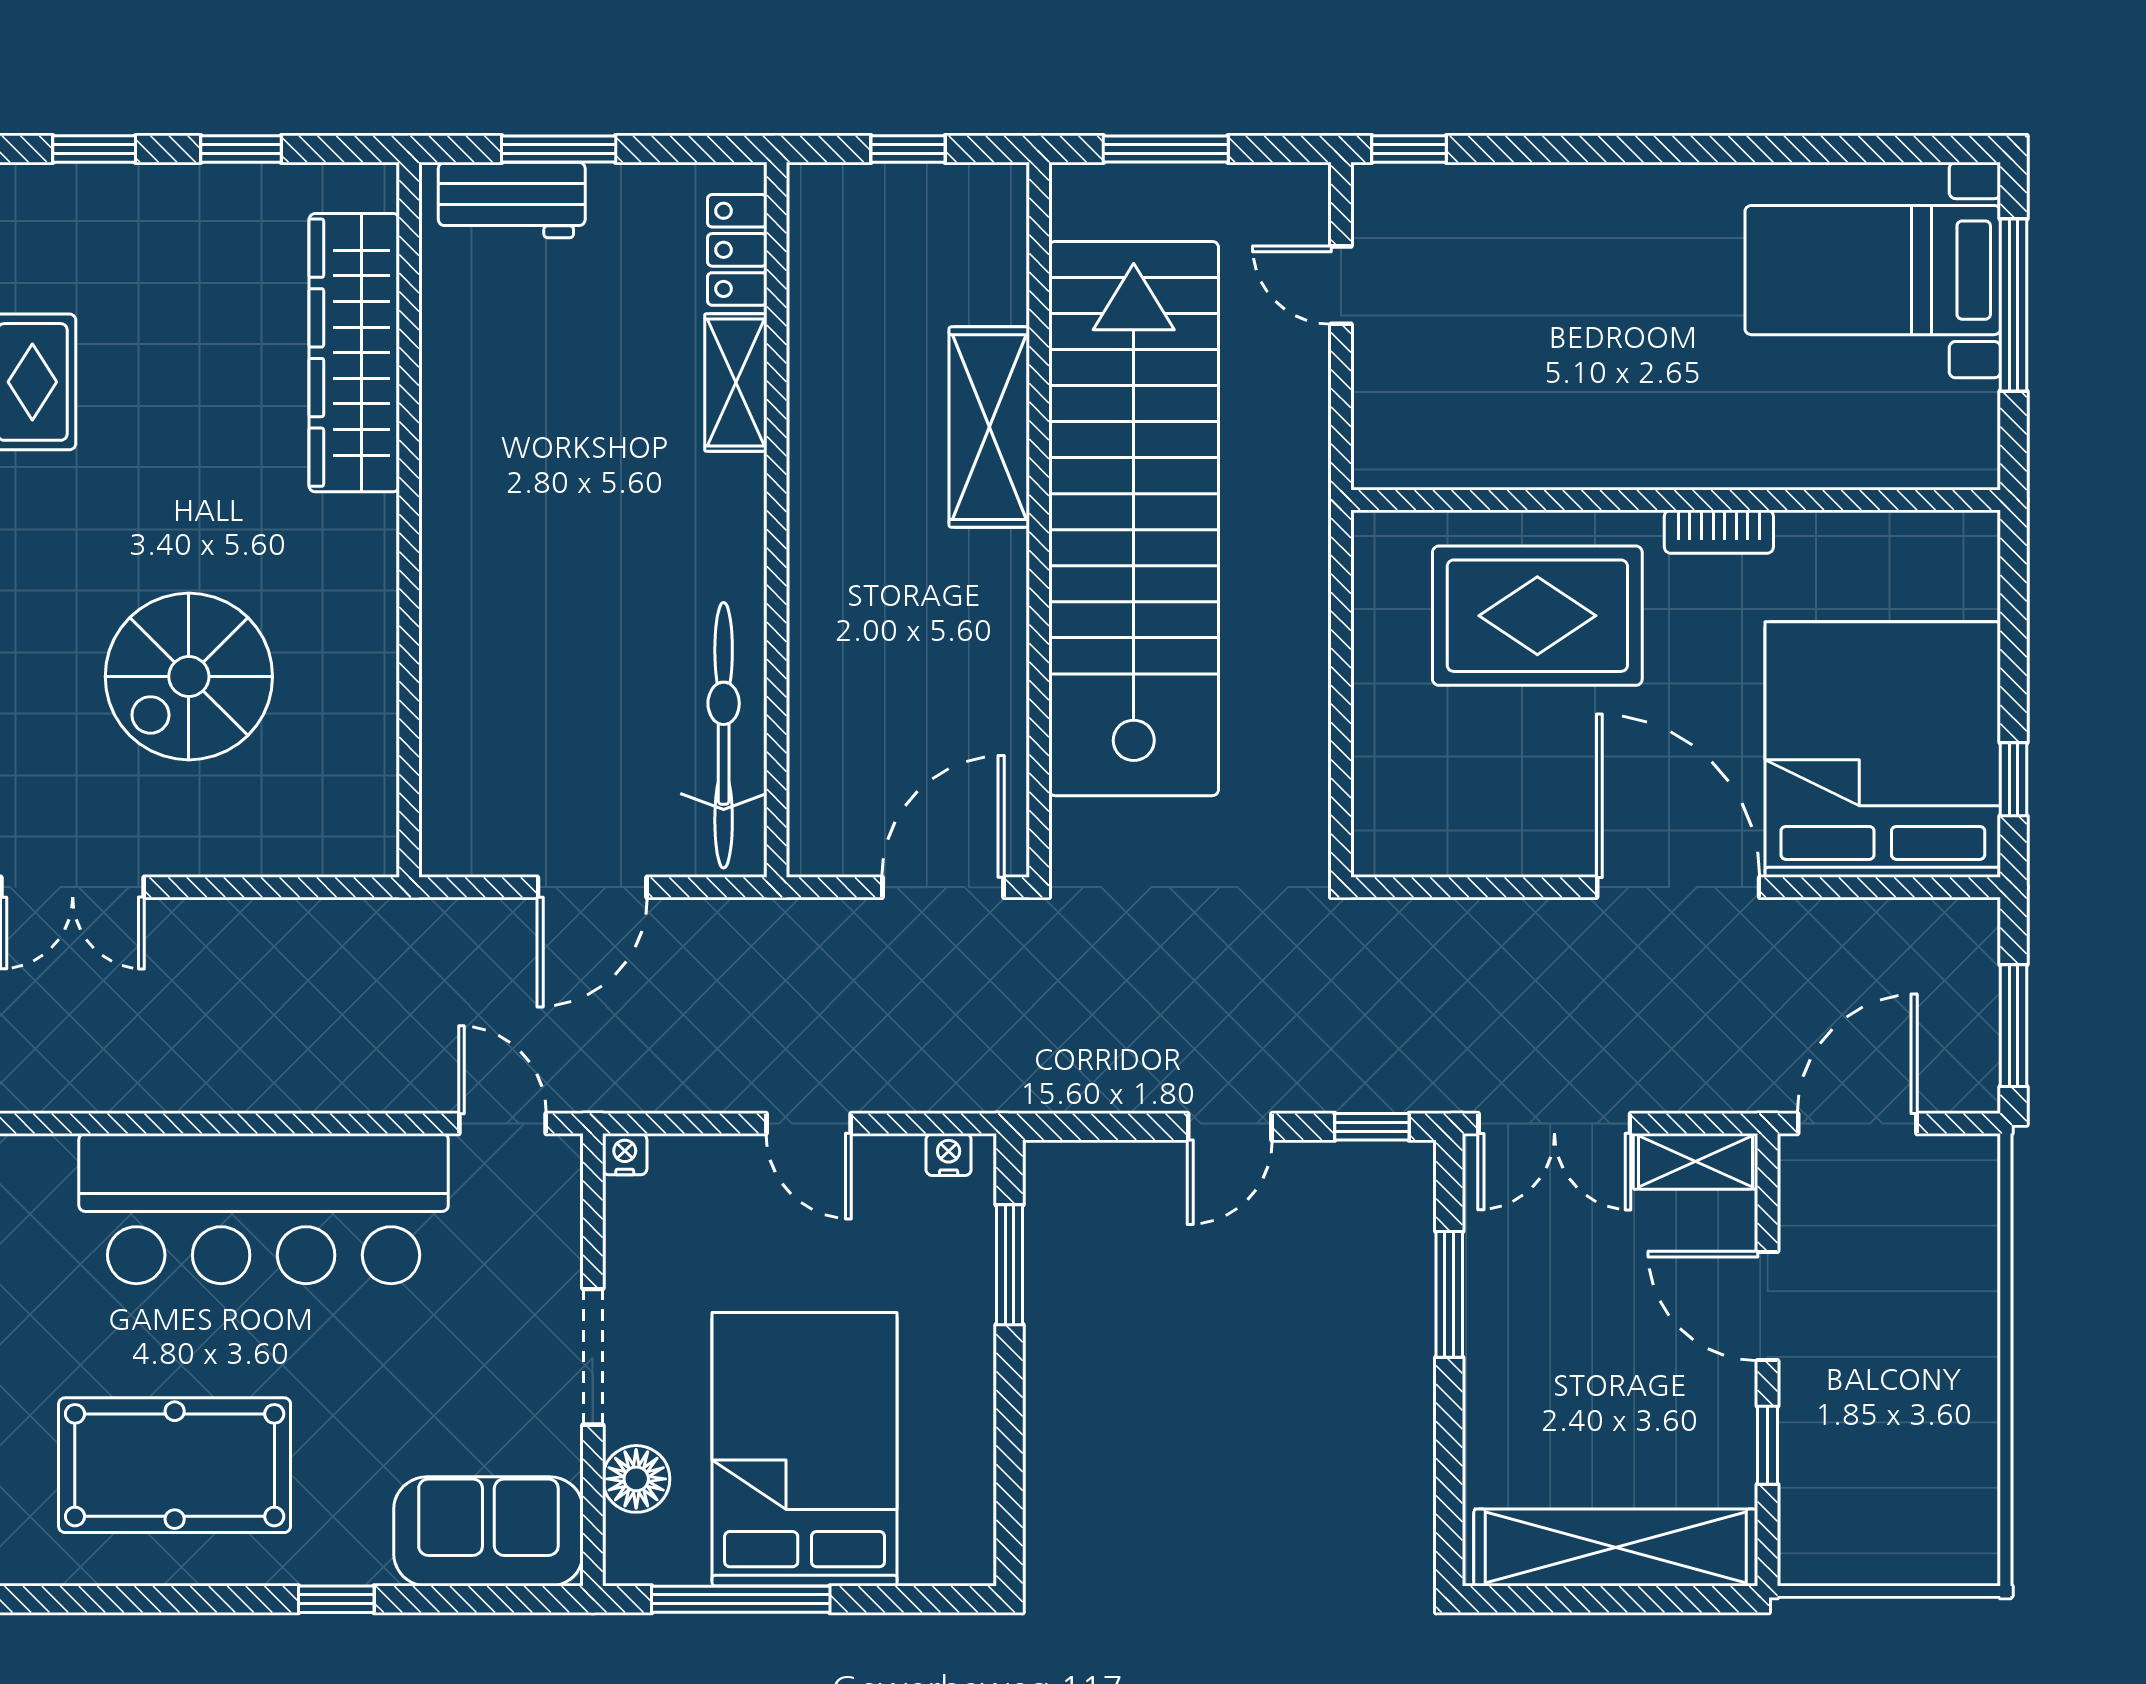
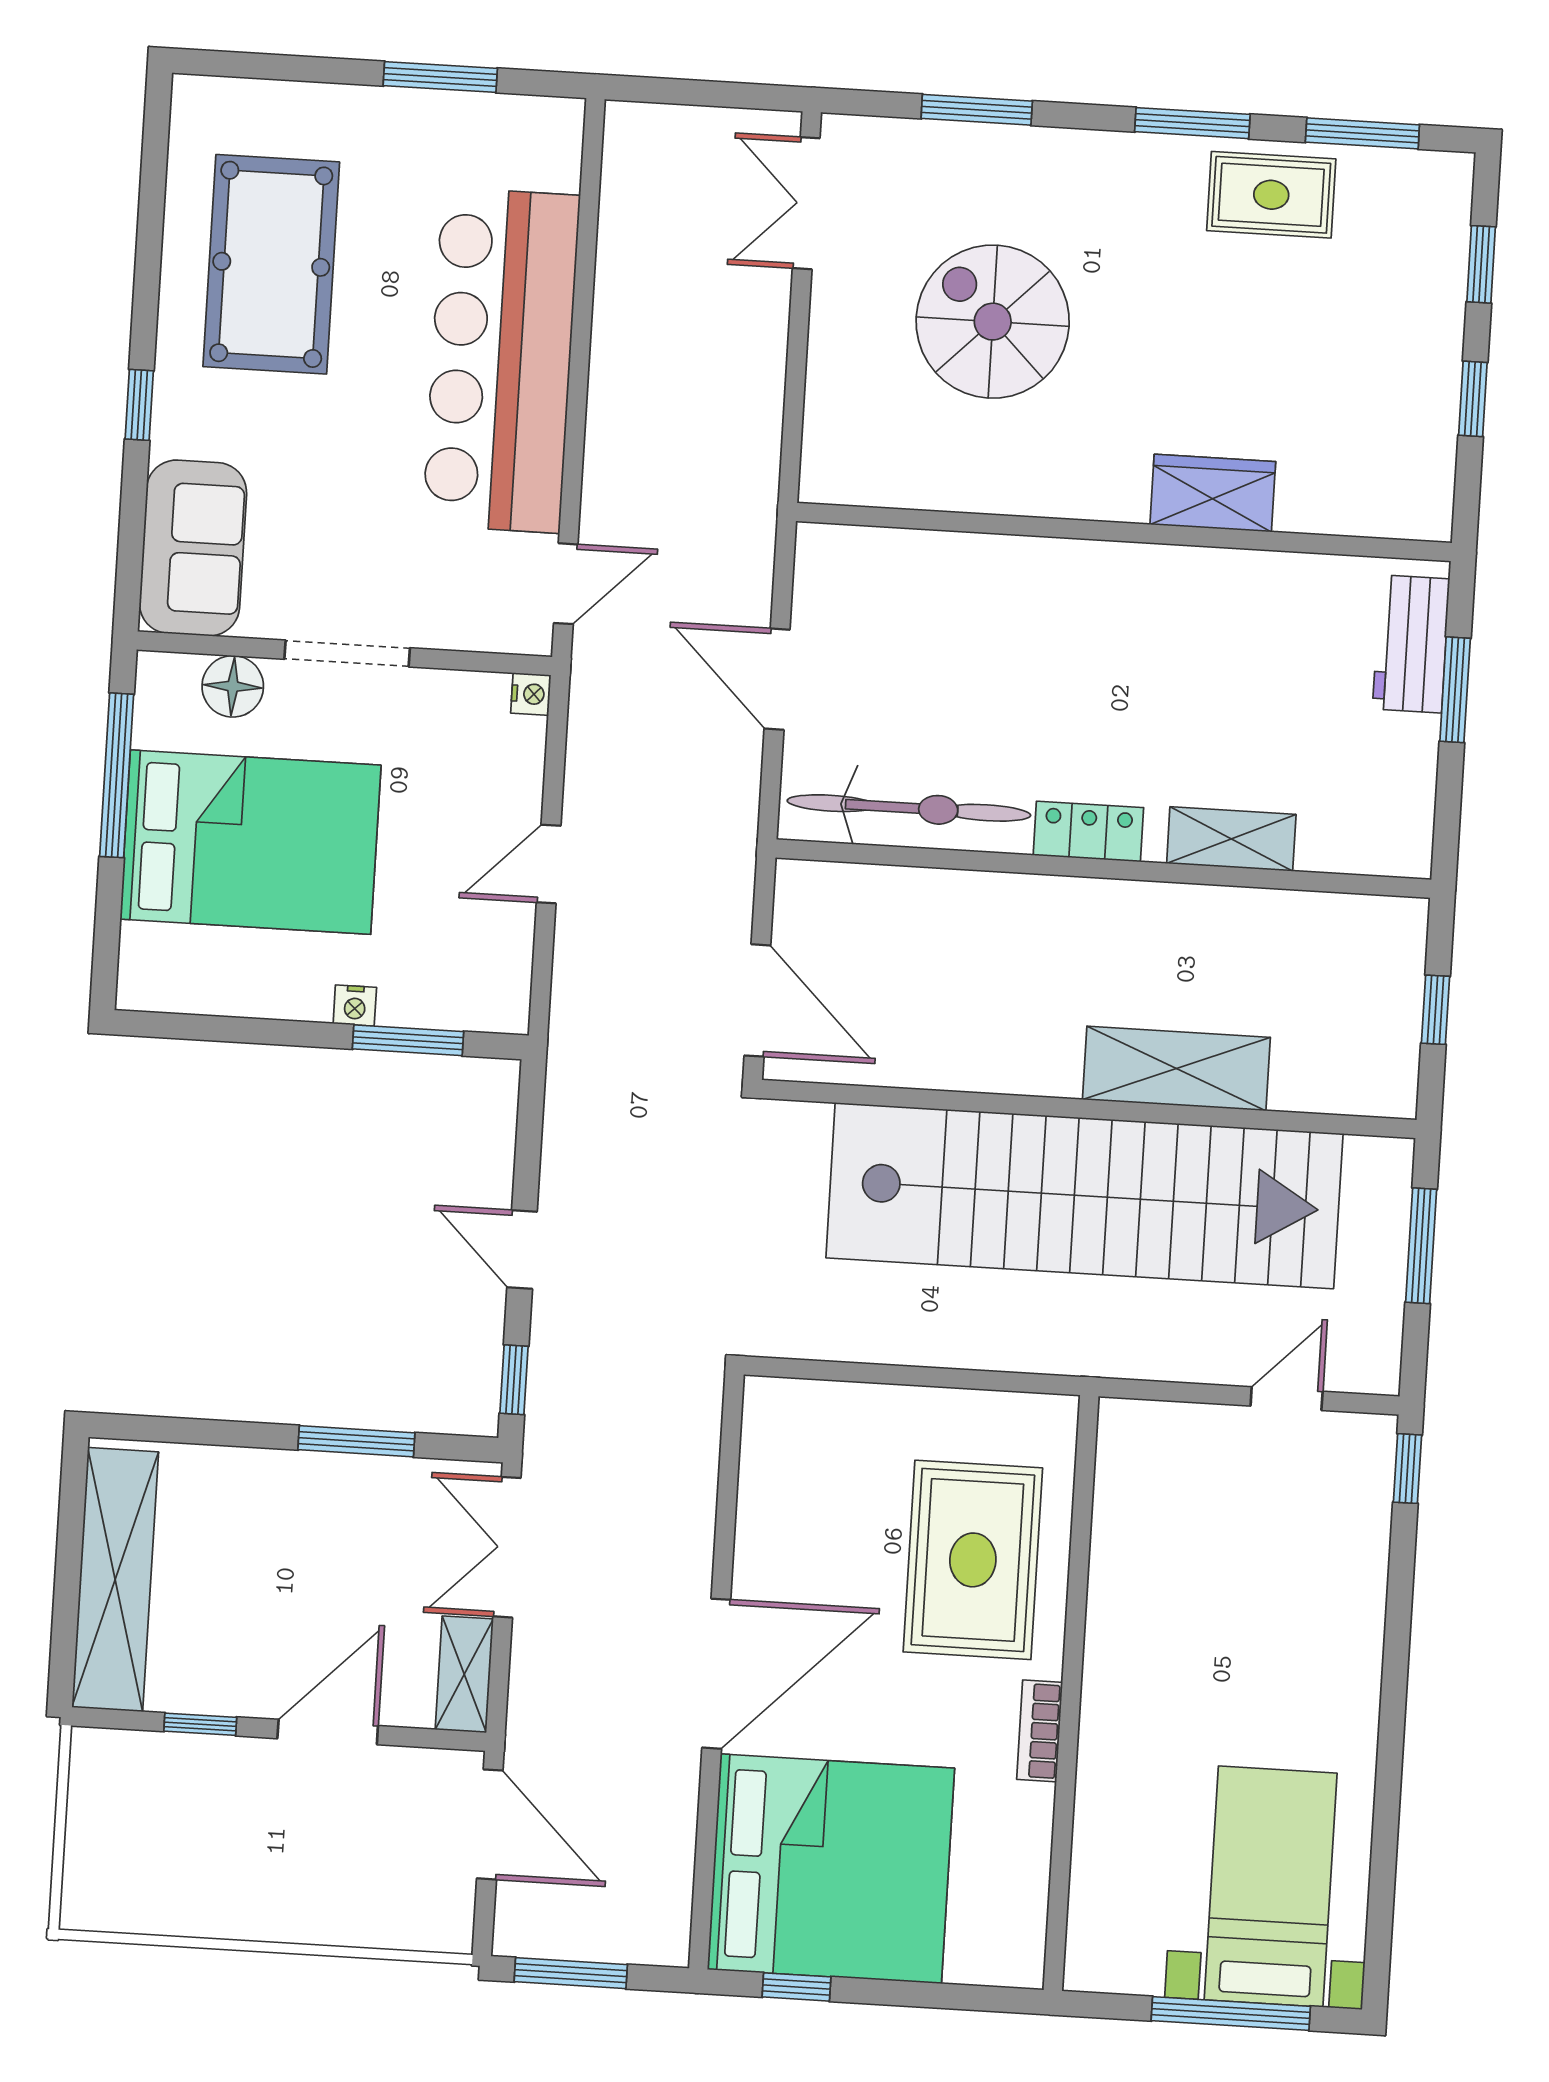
locker: (737, 250) -> (1088, 831), moved
wardrobe: (354, 353) -> (1213, 493), width x0.48, depth x0.85
nightstand: (949, 1155) -> (355, 1005), moved, turned 90

